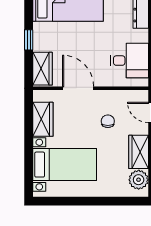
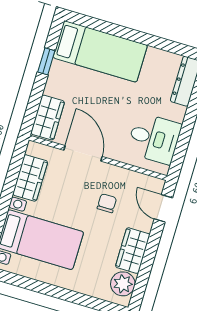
window: (29, 40) -> (46, 61), moved

